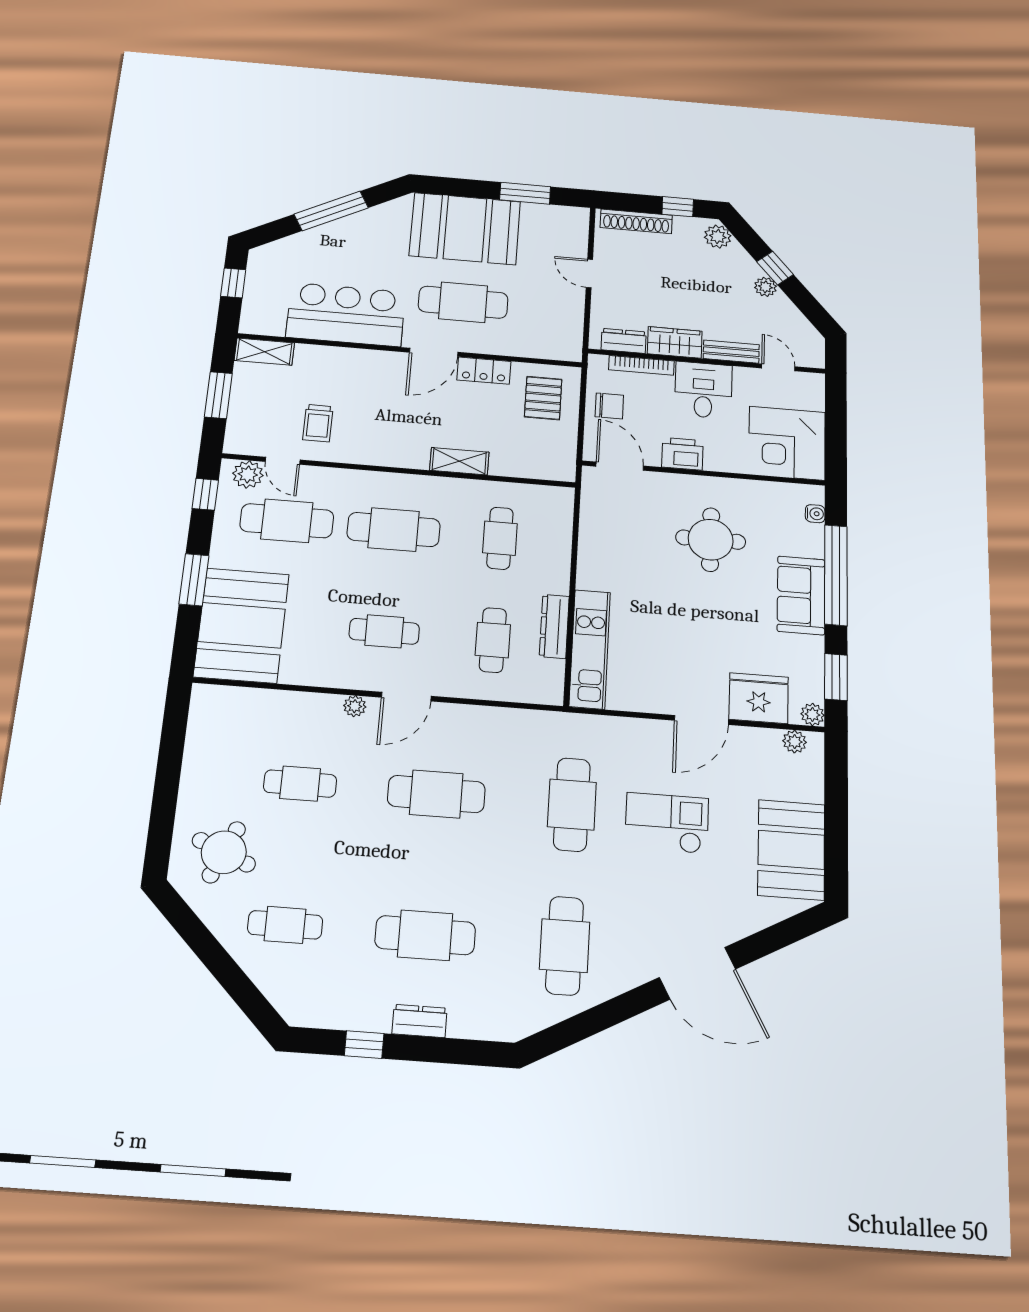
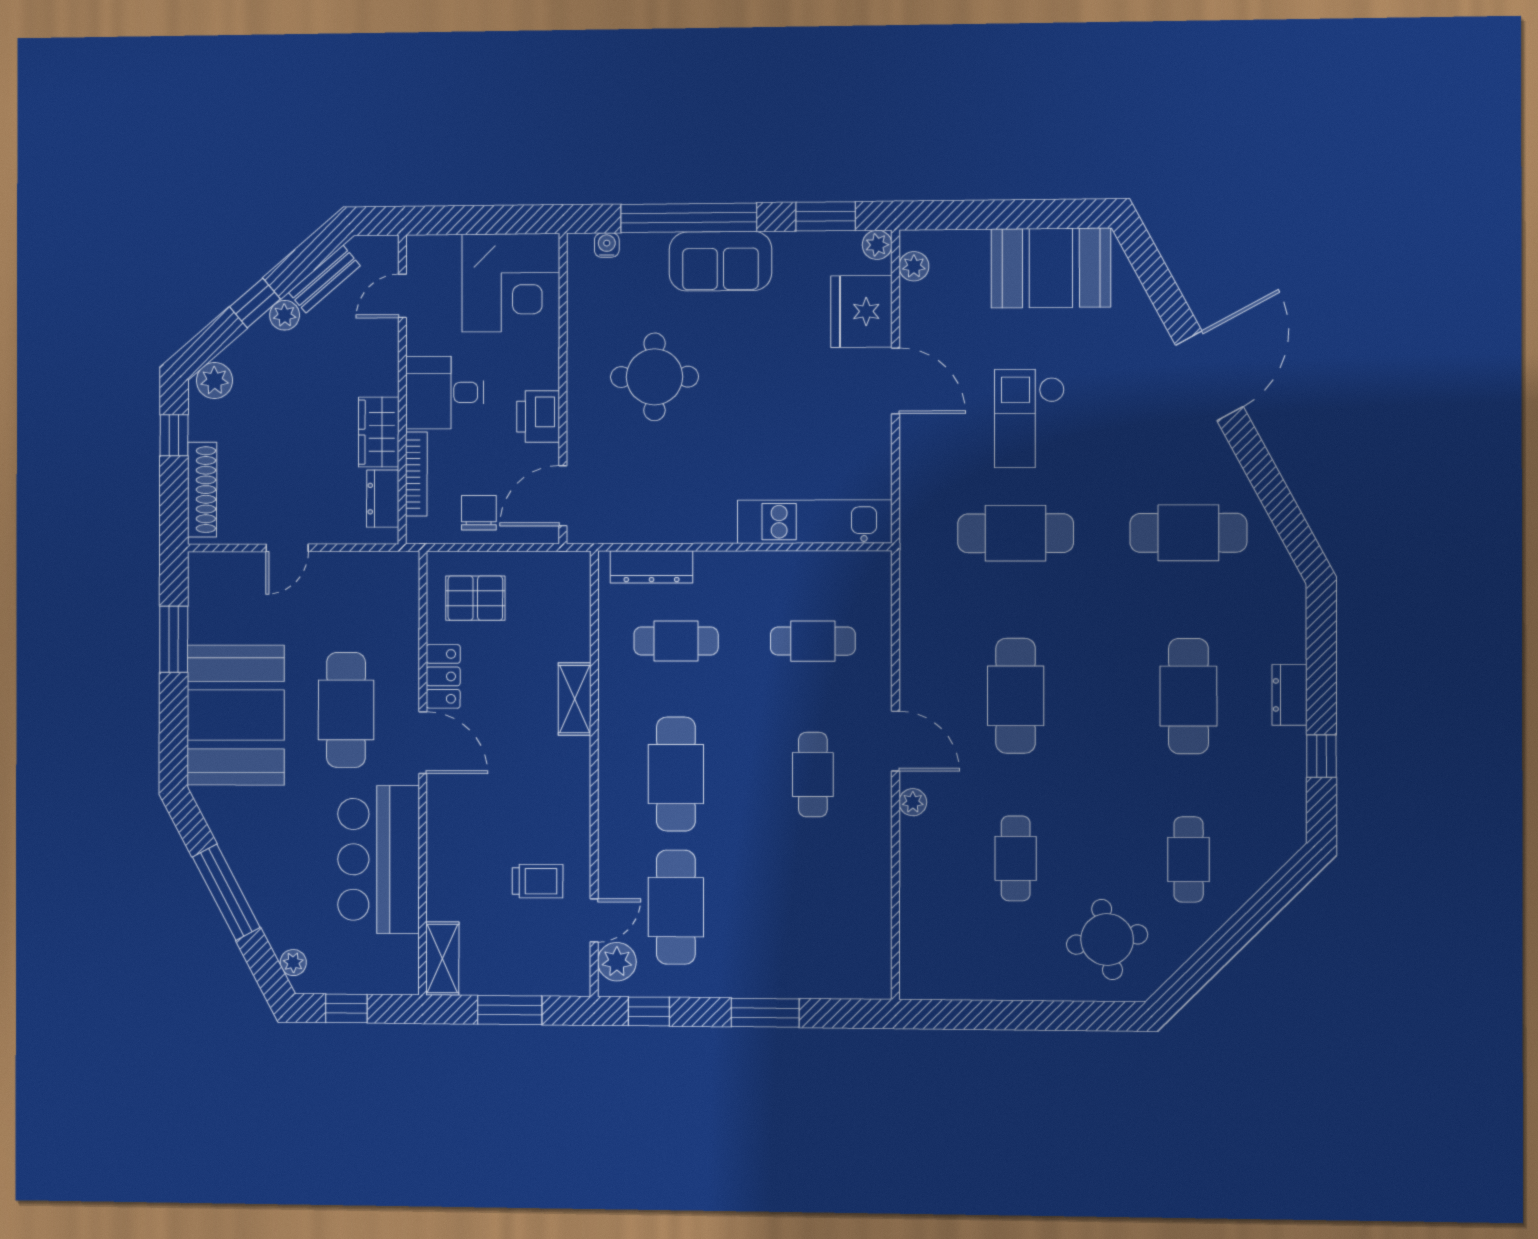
plant: (273, 250) -> (293, 963), added
bench: (731, 352) -> (324, 279), moved, turned 50
booth: (242, 625) -> (820, 948), removed
dresser: (554, 626) -> (652, 567), moved
round table: (224, 852) -> (1107, 939), turned -33

